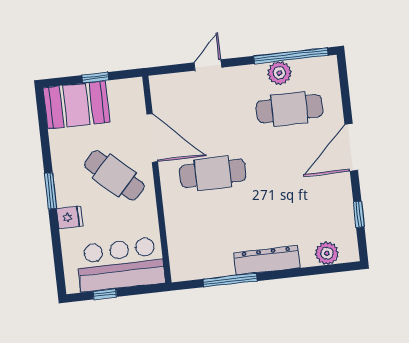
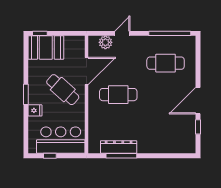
plant: (279, 73) -> (105, 42), moved
window: (95, 78) -> (40, 33), moved
door: (152, 138) -> (86, 71), hinge flipped
door: (351, 147) -> (198, 101), moved
plant: (327, 253) -> (178, 147), removed
dresser: (267, 260) -> (119, 147), moved

